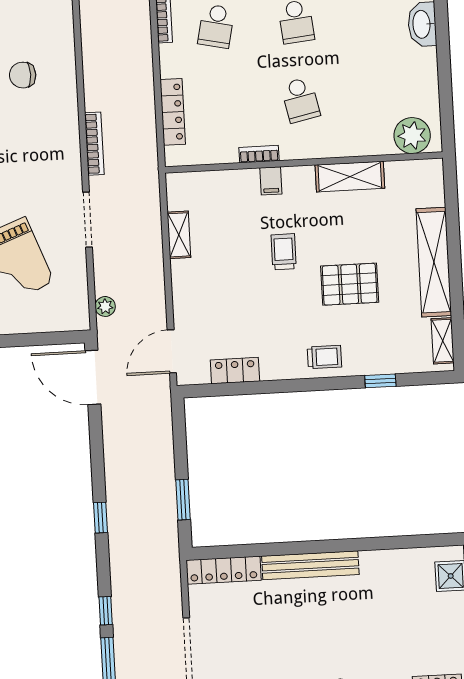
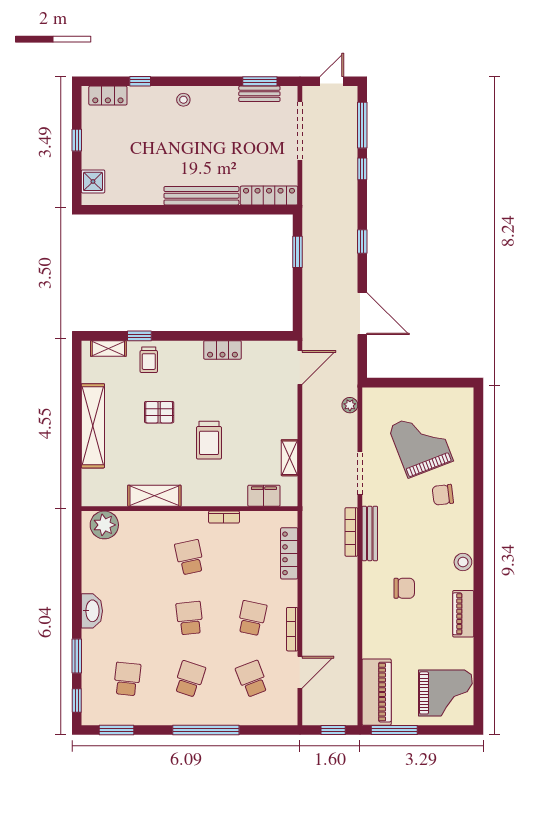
bench: (71, 143) -> (370, 533), added
filing cabinet: (271, 181) -> (264, 496), moved, width x2.00
trolley: (284, 252) -> (209, 440), width x1.36, depth x1.39
pallet: (350, 284) -> (159, 412), width x0.67, depth x0.71
shelving: (443, 341) -> (108, 348), moved, turned 90
trolley: (325, 357) -> (149, 360), moved, turned -90
locker: (235, 371) -> (222, 350), moved
door: (93, 377) -> (362, 314), moved

